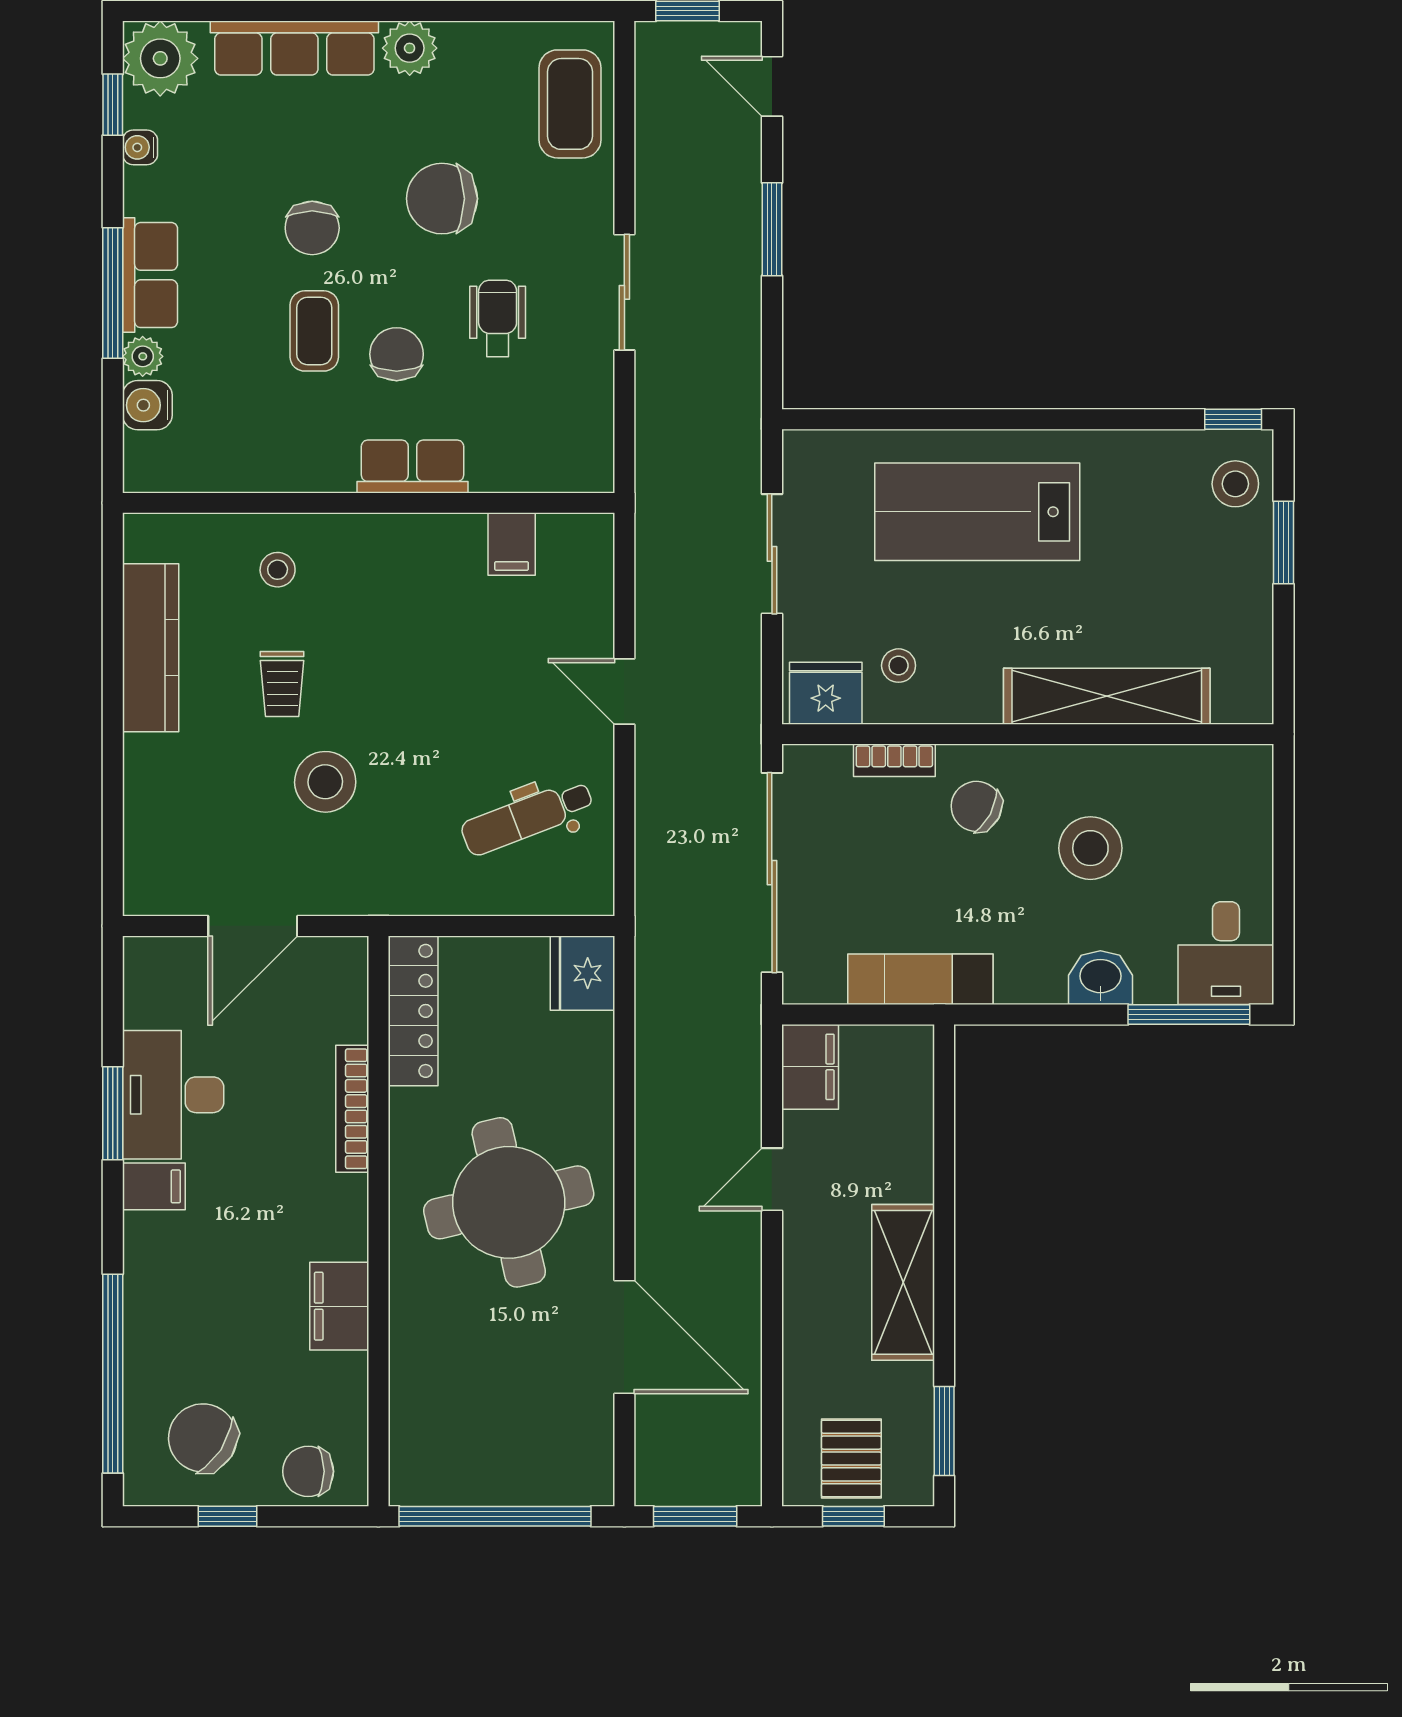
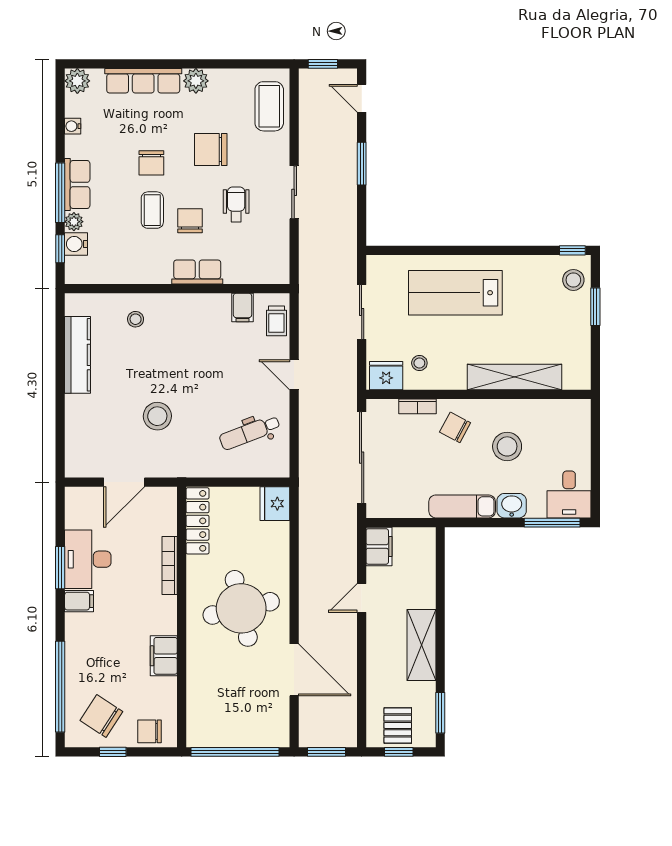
plant: (160, 58) -> (77, 81), width x0.73, depth x0.73
window: (113, 105) -> (60, 249), moved
trolley: (282, 684) -> (276, 321), moved
exam couch: (920, 979) -> (462, 506), moved

